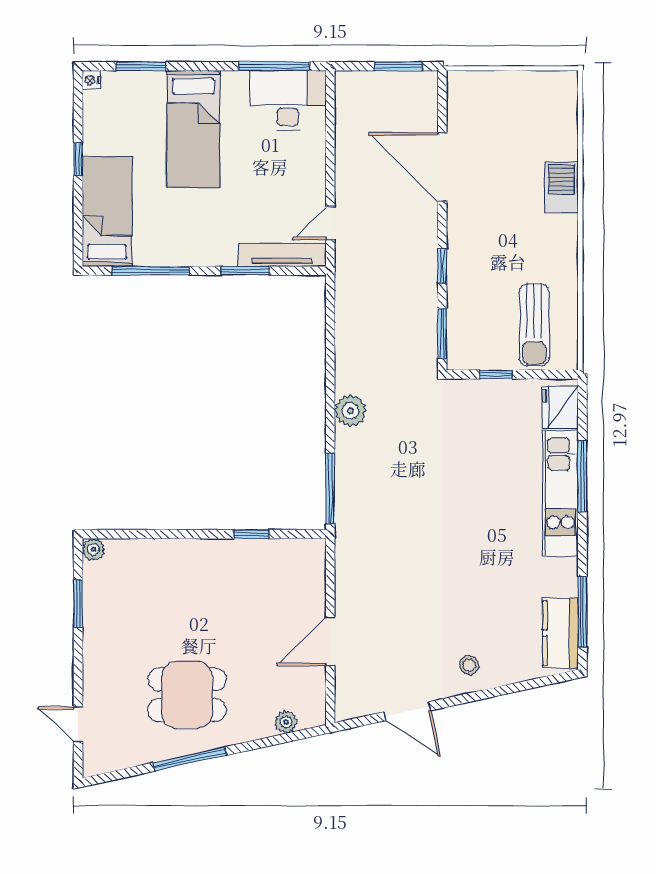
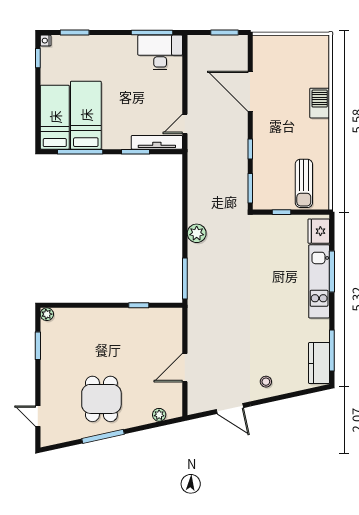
bed: (193, 129) -> (86, 115), moved, turned 180
window: (78, 159) -> (38, 58), moved
dining table: (187, 695) -> (101, 399), turned 90

